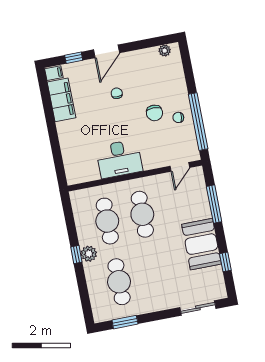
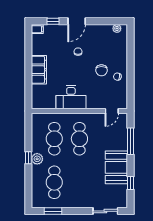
filing cabinet: (61, 100) -> (39, 70), moved
window: (198, 122) -> (130, 82), removed

